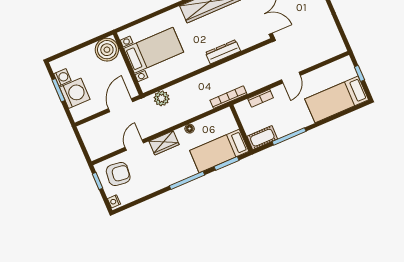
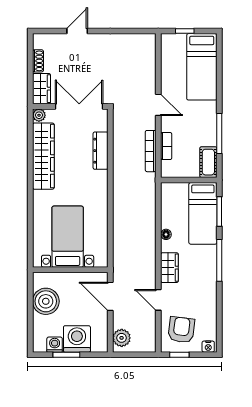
boiler: (107, 50) -> (46, 301), moved
dresser: (223, 52) -> (101, 151), moved
bookcase: (228, 97) -> (151, 151), moved
plant: (162, 98) -> (122, 338), moved

